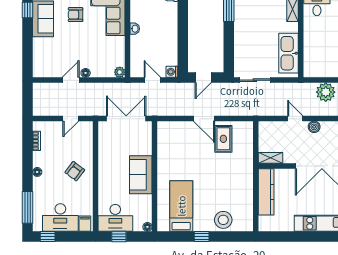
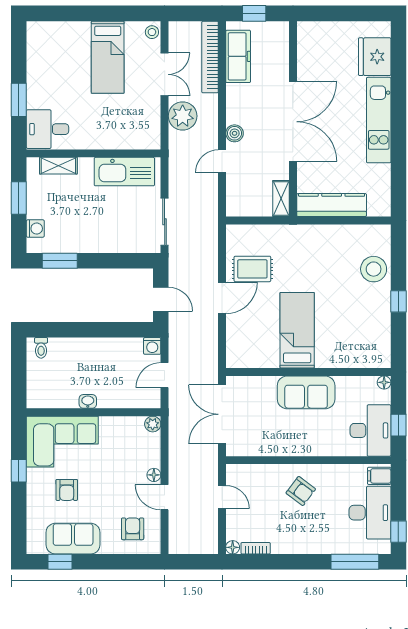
armchair: (50, 59) -> (133, 529), added
floor lamp: (37, 172) -> (233, 547), moved
bed: (181, 206) -> (297, 330), moved, turned 90

